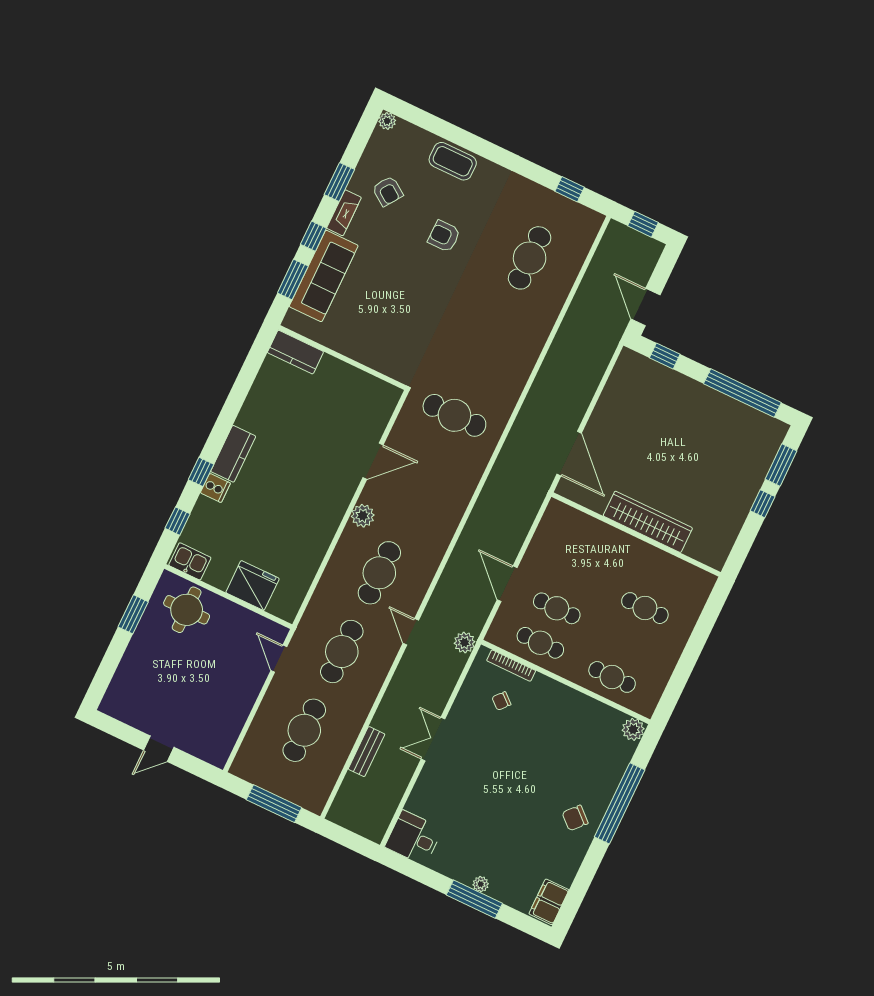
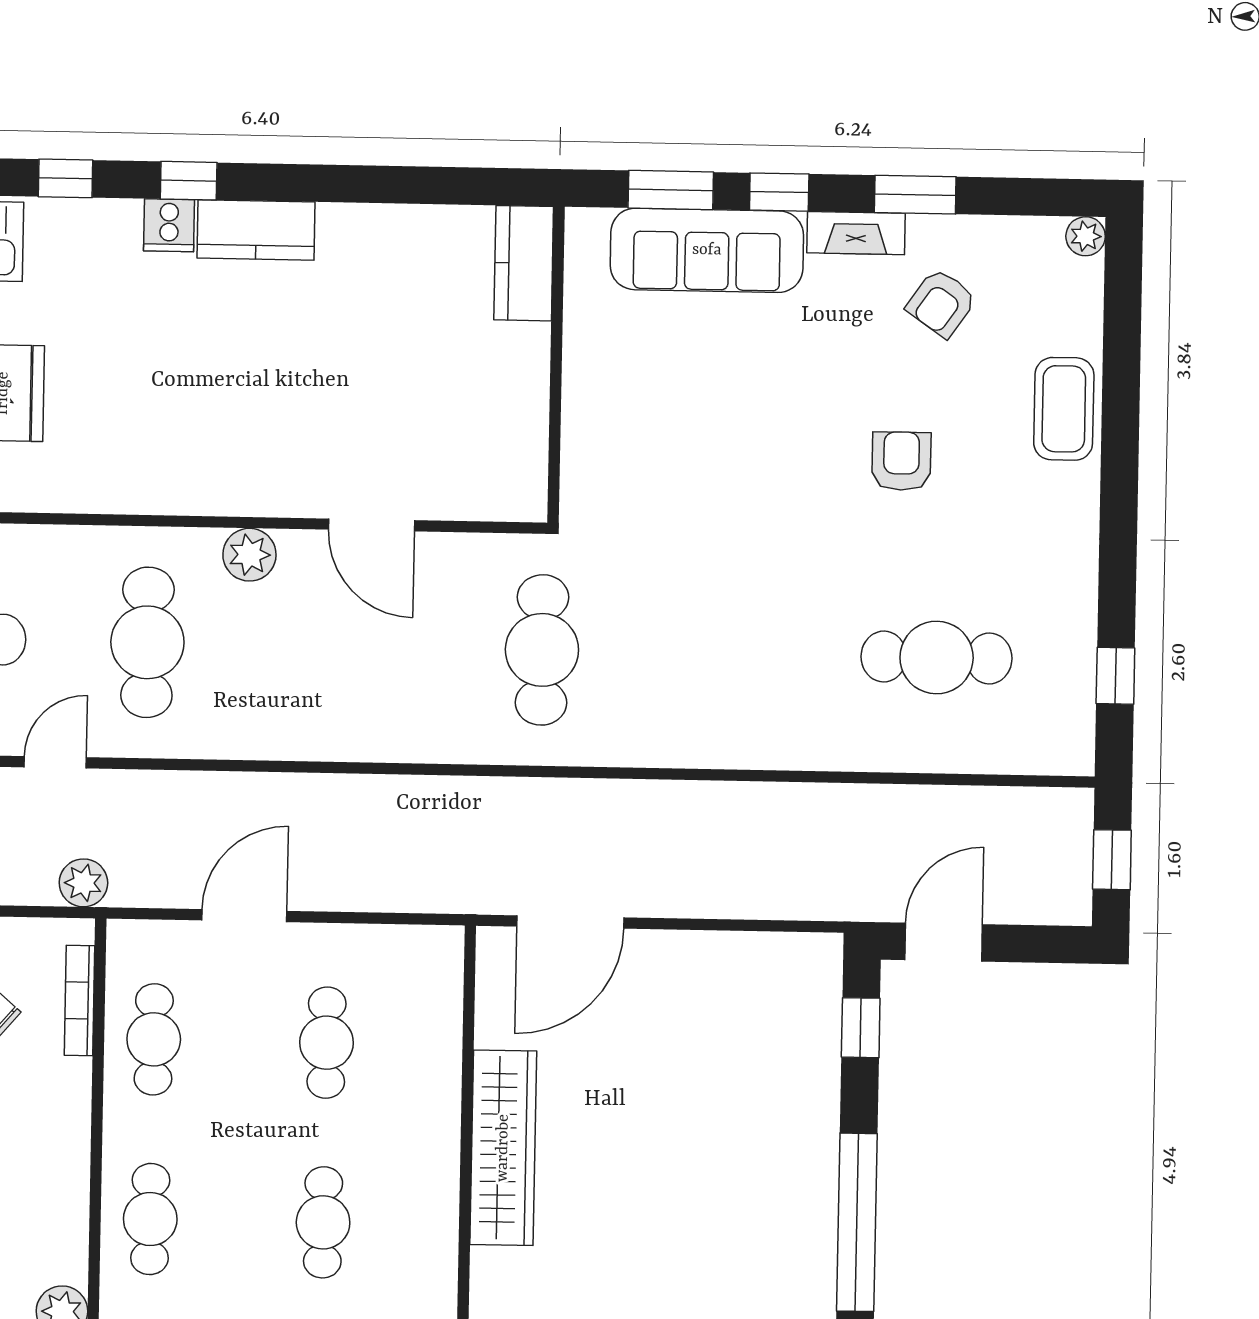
cafe table: (379, 573) -> (147, 642), turned 90
cafe table: (557, 608) -> (327, 1043), moved

